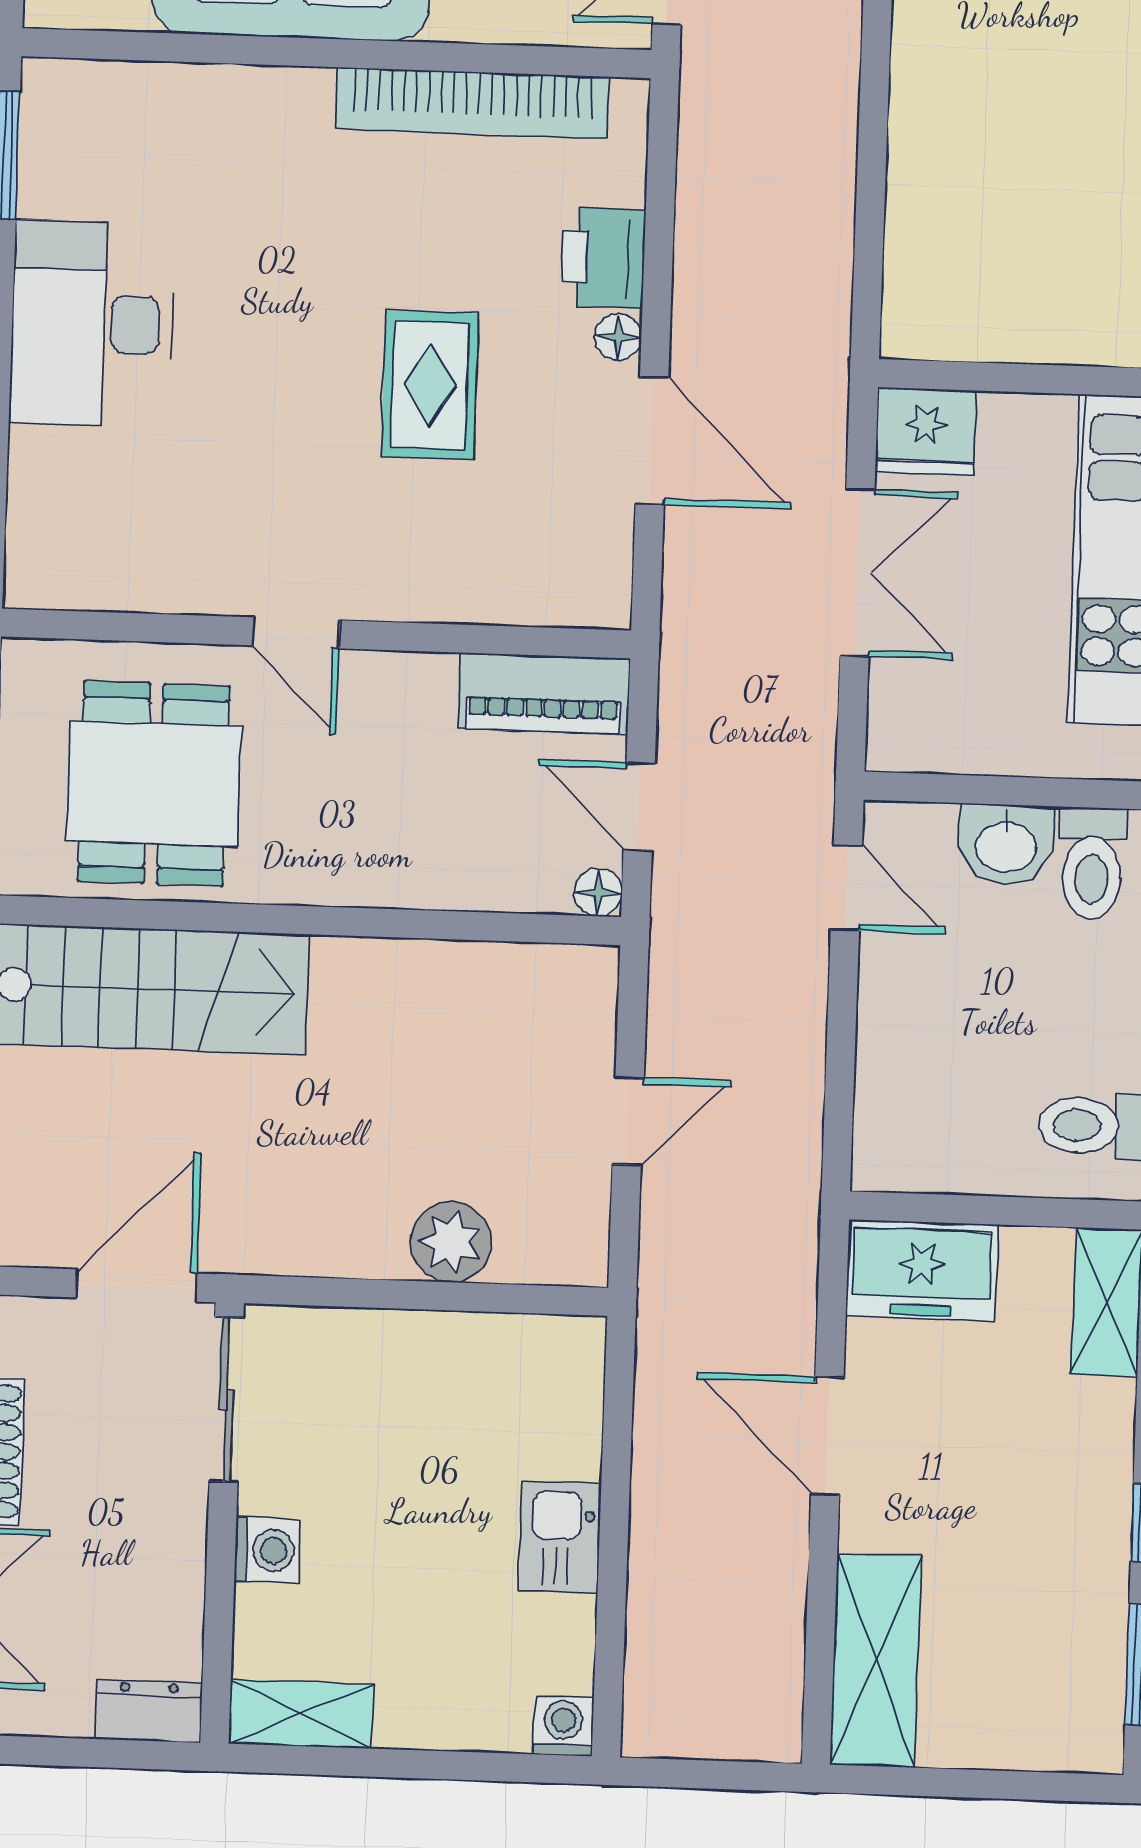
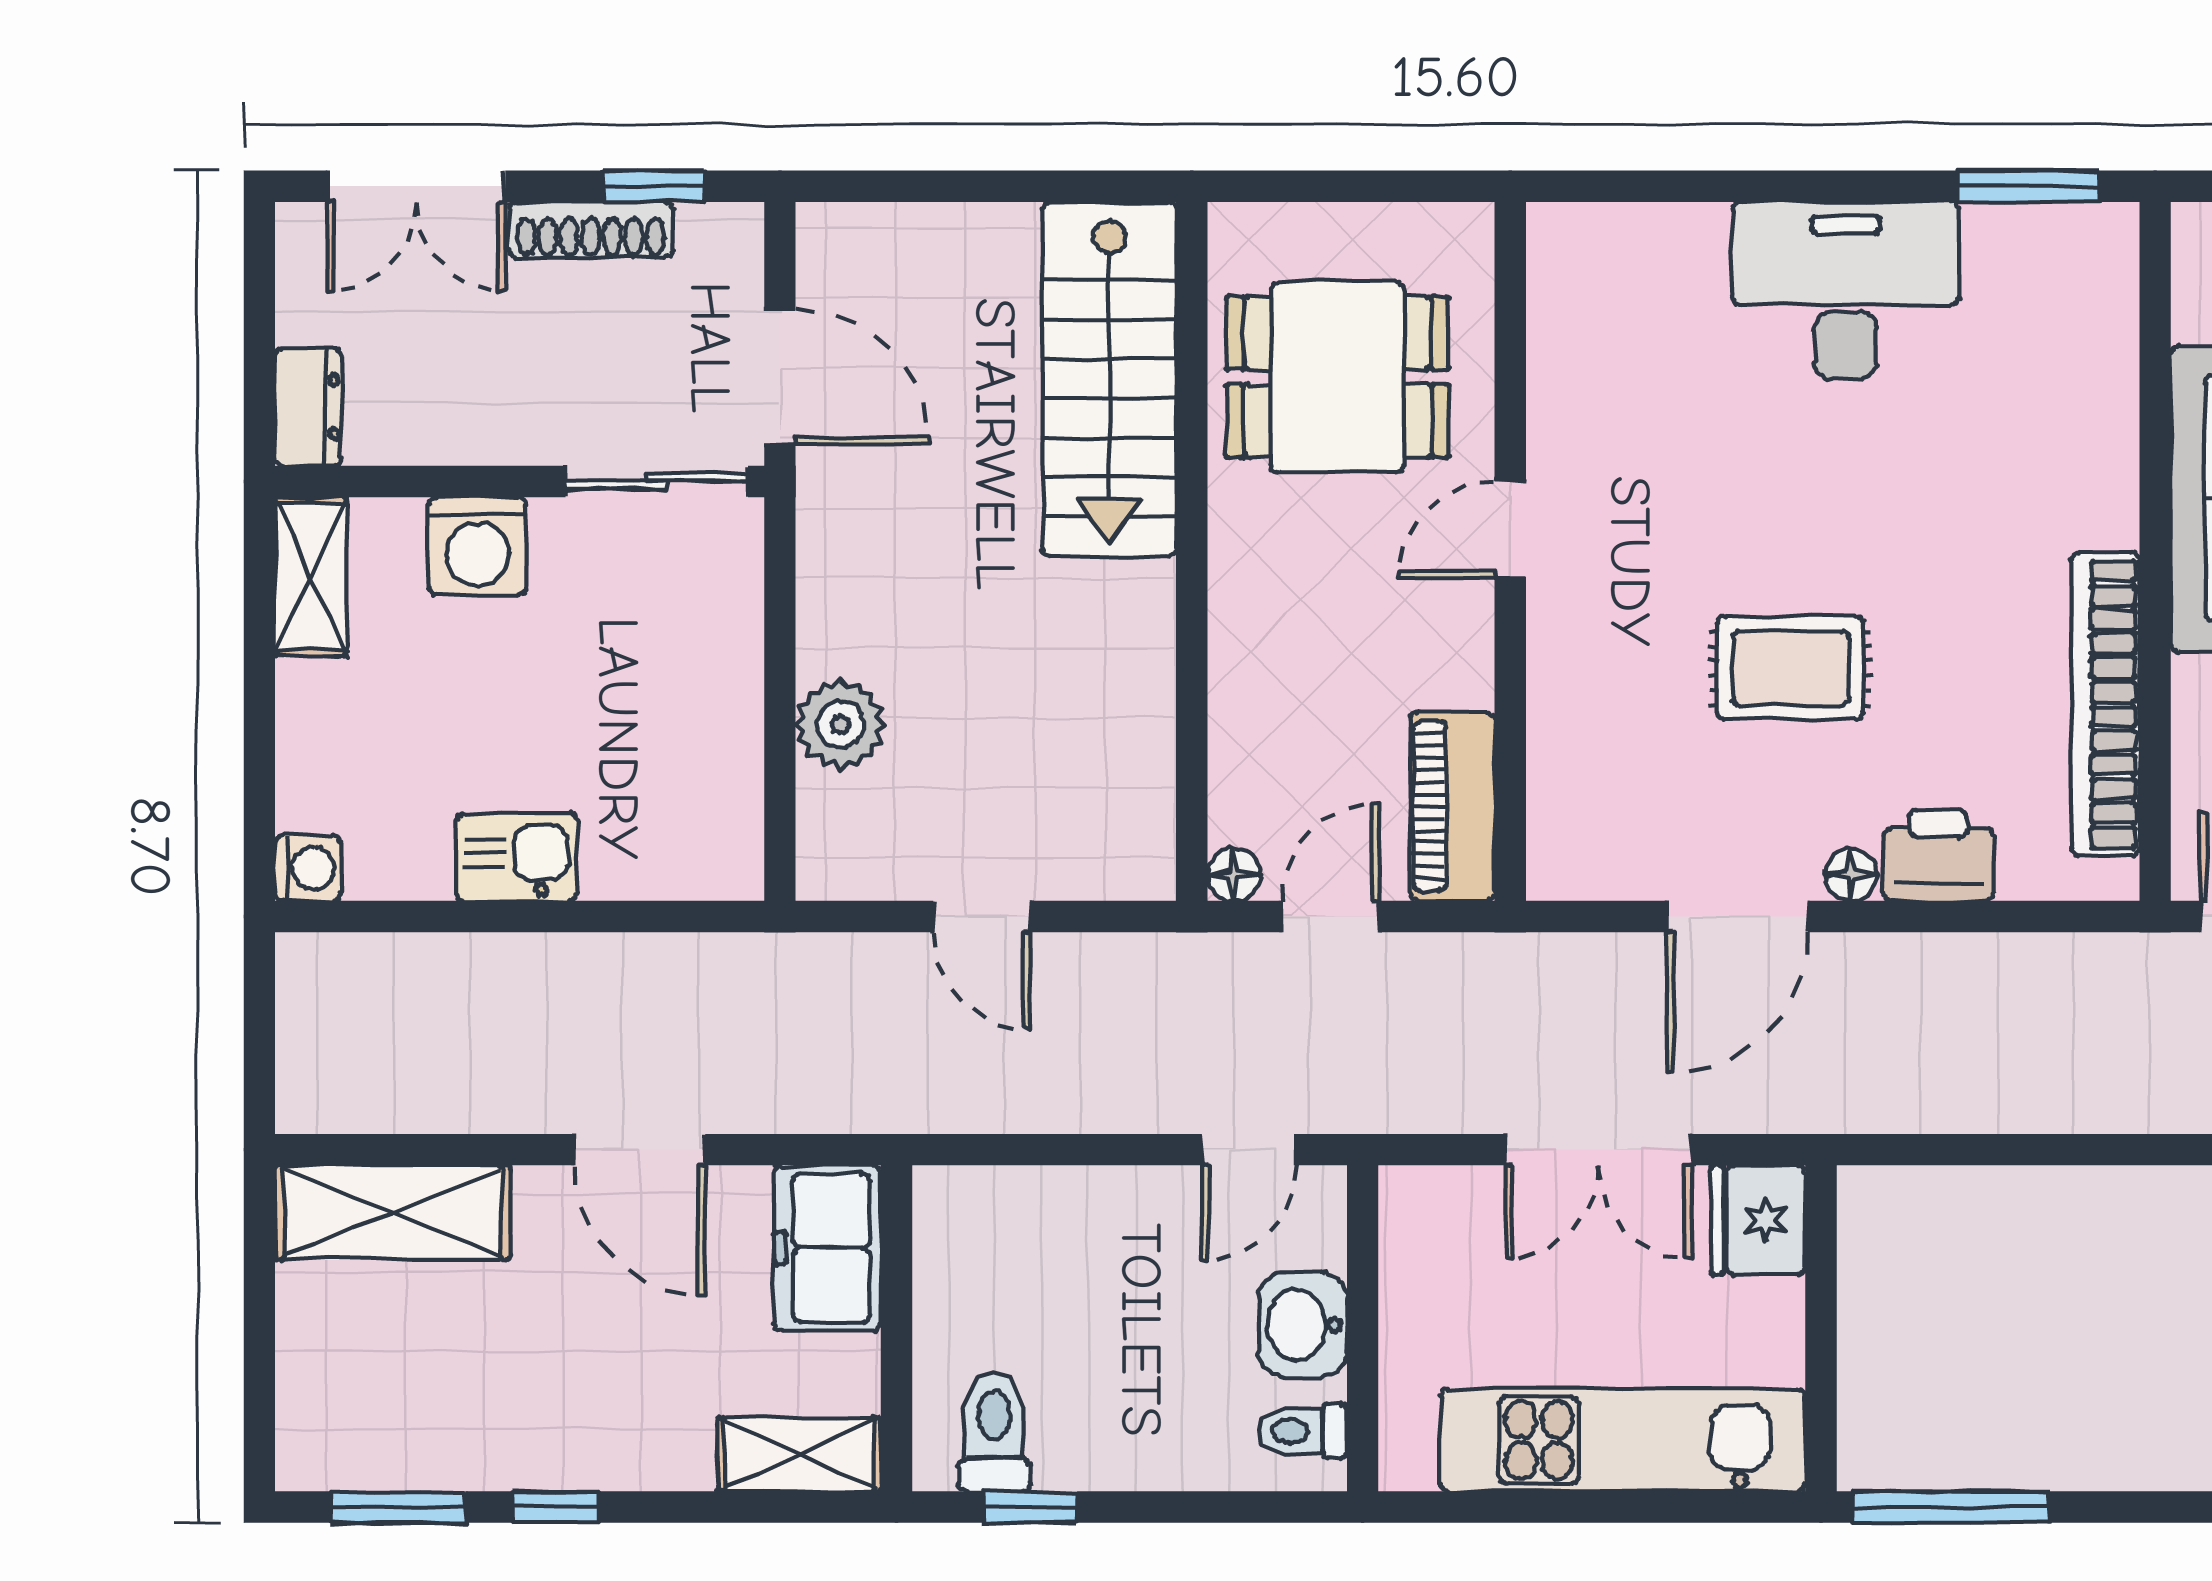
toilet: (1092, 863) -> (1303, 1431), width x0.73, depth x0.72
door: (827, 1436) -> (640, 1150), swing flipped
washing machine: (267, 1550) -> (478, 546), width x1.38, depth x1.38

